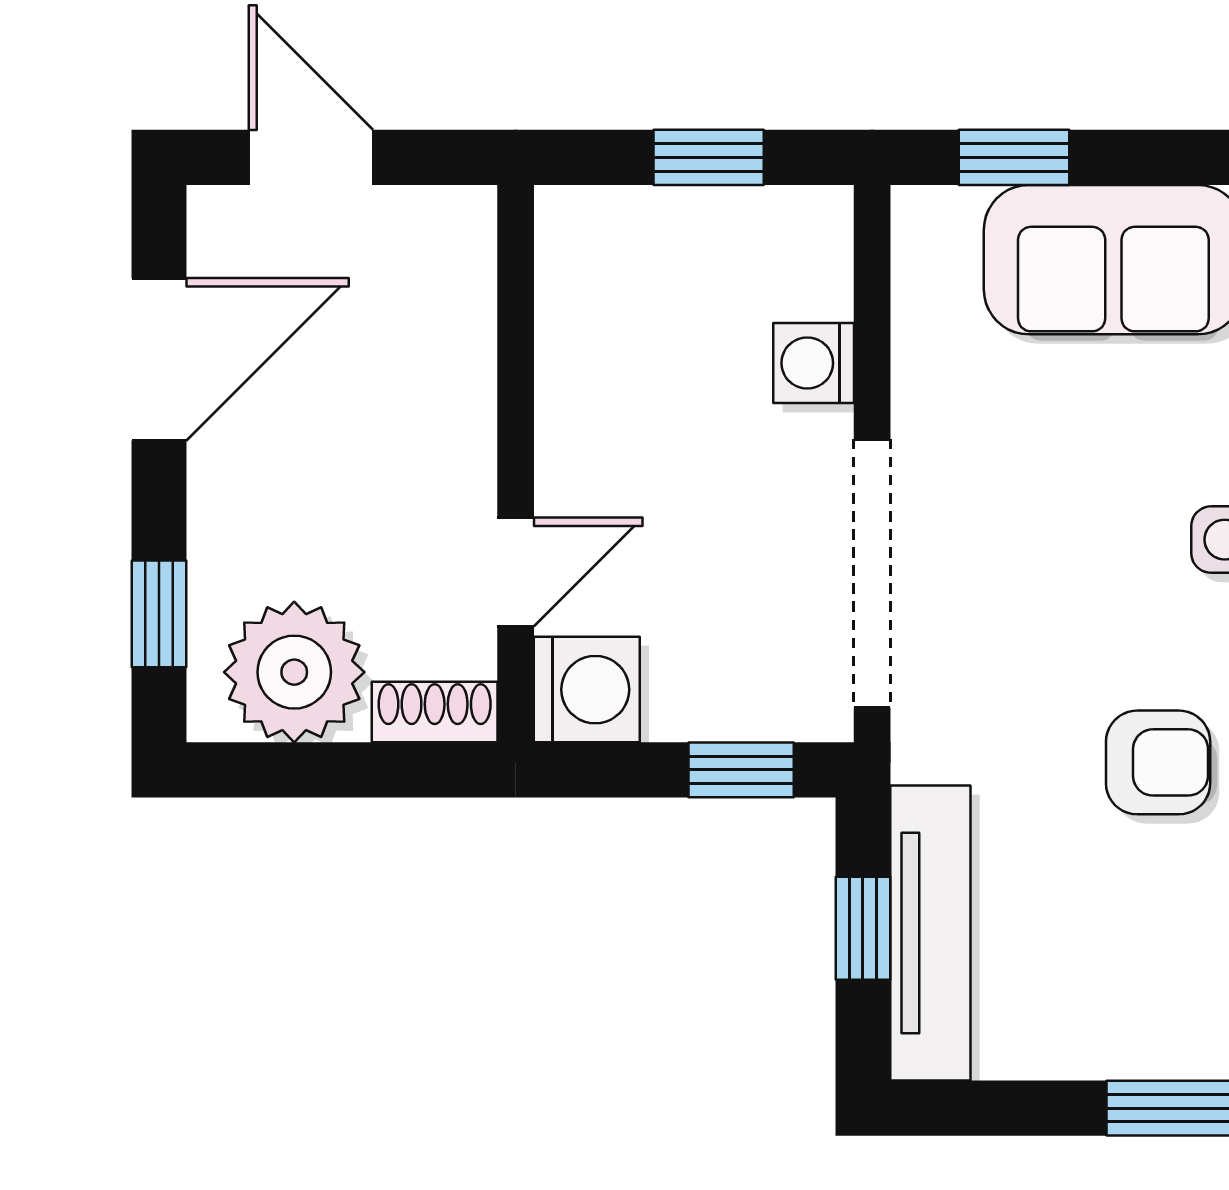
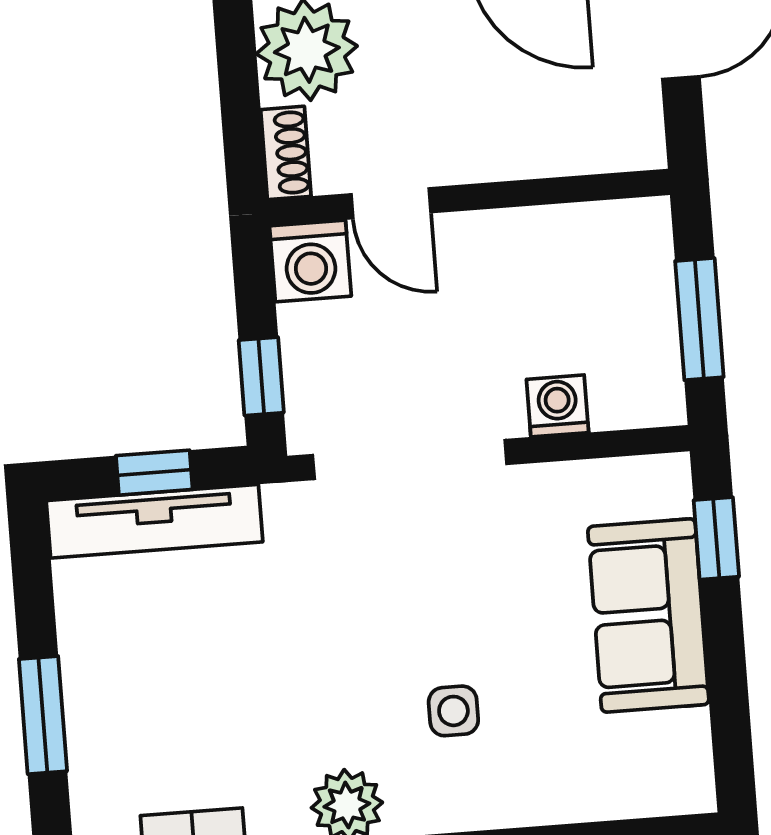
window: (709, 157) -> (699, 319), width x1.50
armchair: (1158, 762) -> (290, 675), removed

